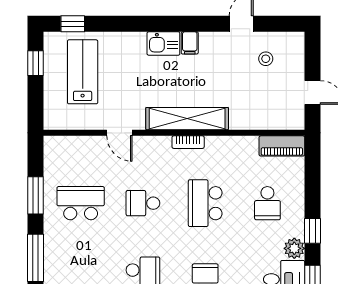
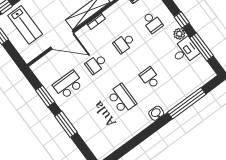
lab bench: (83, 72) -> (25, 25), turned 180
door: (119, 133) -> (62, 40), width x1.87
school desk: (205, 203) -> (124, 43), width x0.54

